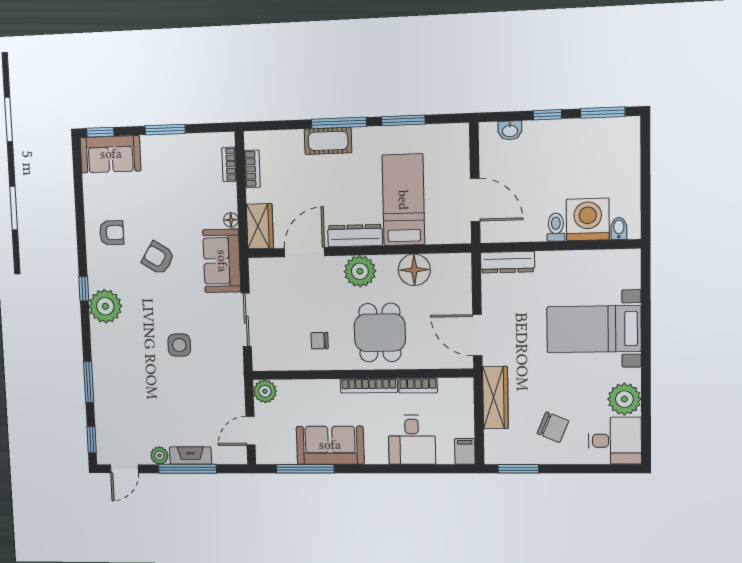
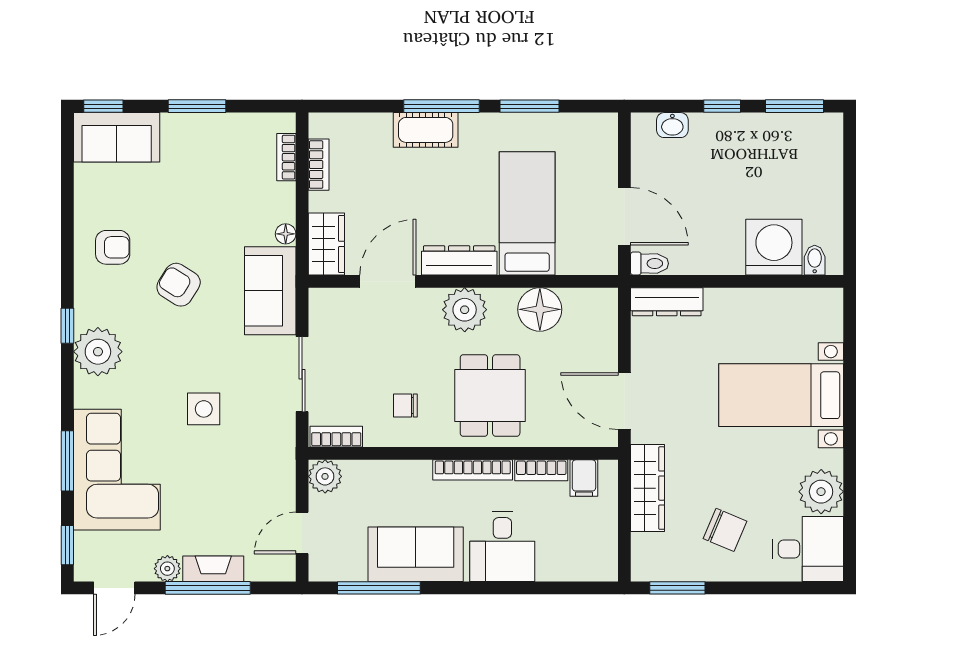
toilet: (556, 227) -> (649, 263), moved, turned 90
bookcase: (272, 363) -> (336, 437), added
corner sofa: (122, 388) -> (117, 470), added
desk: (412, 440) -> (502, 547), moved
filing cabinet: (465, 451) -> (584, 478), moved, turned 180

